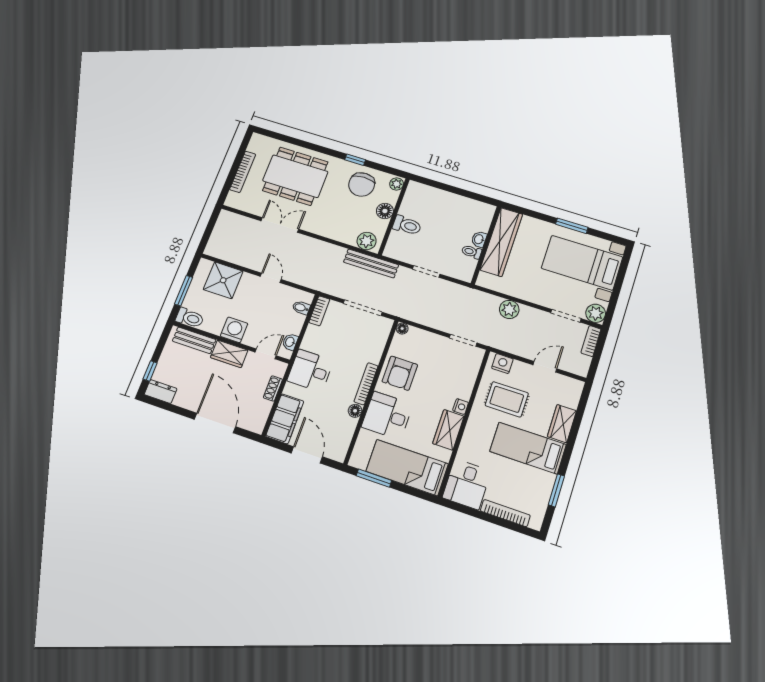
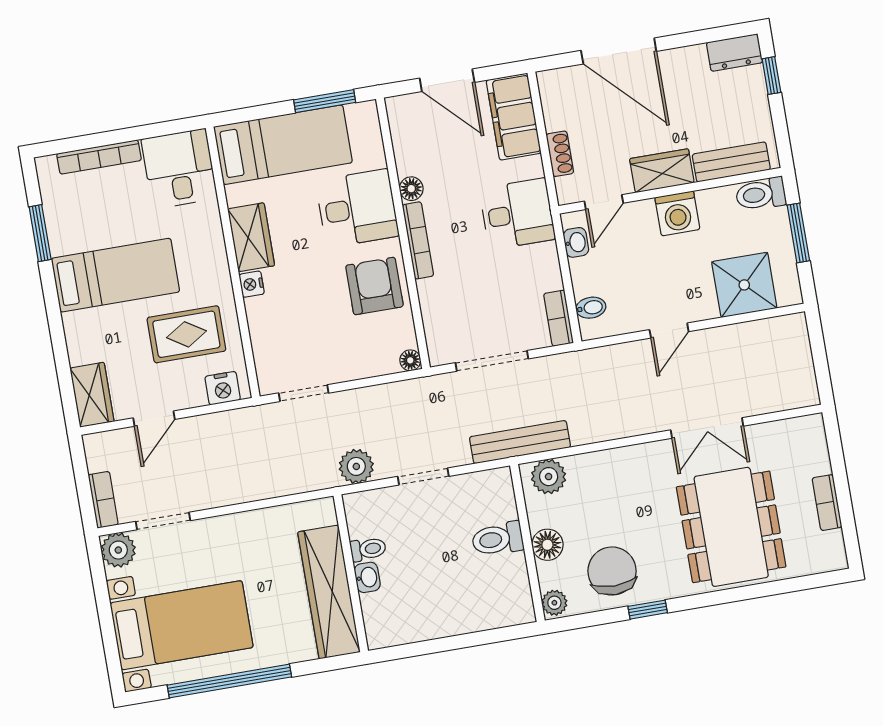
bookcase: (243, 172) -> (827, 503), width x0.64
dining table: (295, 176) -> (731, 527), turned 90
window: (572, 226) -> (229, 681), width x2.11
door: (271, 278) -> (669, 331), hinge flipped
plant: (509, 309) -> (356, 466), moved
wardrobe: (562, 424) -> (92, 395), moved

